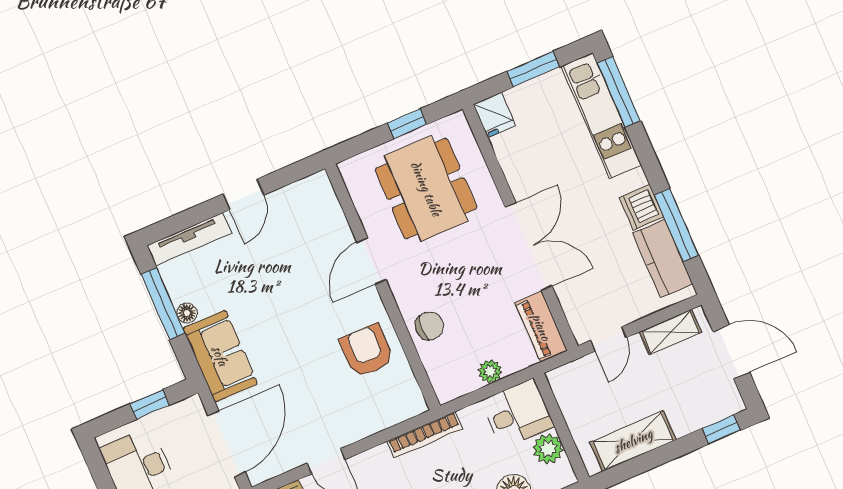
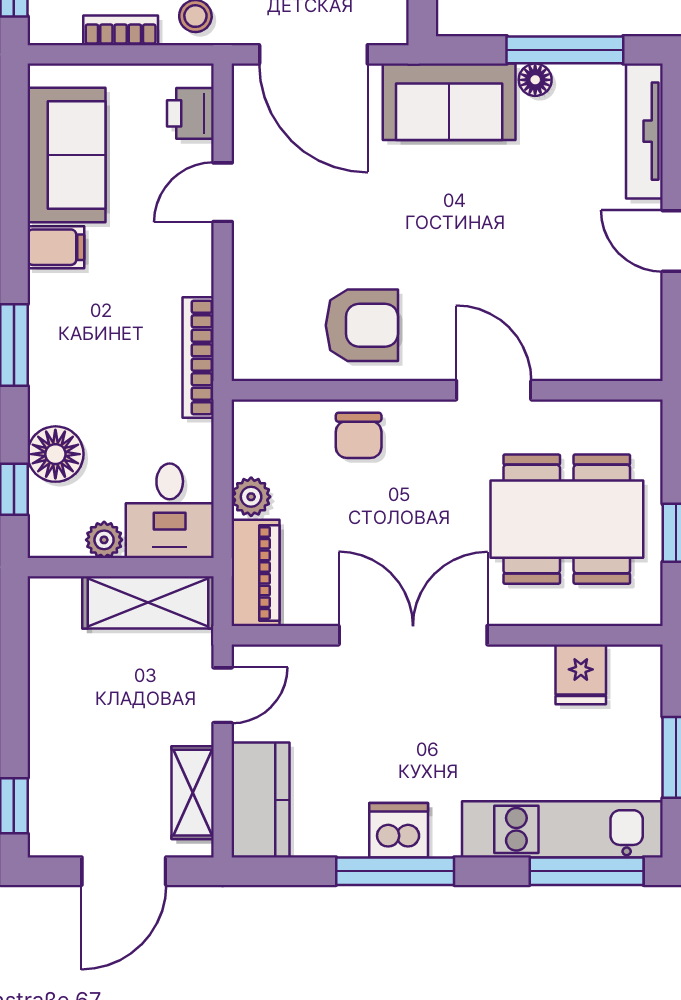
fridge: (494, 115) -> (581, 674), moved, turned -90
window: (676, 225) -> (395, 871), moved
double door: (529, 247) -> (413, 635), swing flipped
kitchen counter: (663, 259) -> (260, 800), moved, turned 90
piano: (541, 327) -> (255, 573), moved, turned 90
door: (609, 339) -> (223, 695), swing flipped
shelving: (633, 441) -> (148, 602), moved, turned 90
plant: (548, 449) -> (104, 540), width x0.73, depth x0.73

